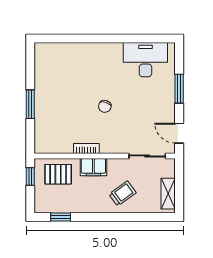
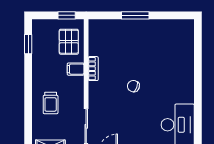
filing cabinet: (93, 167) -> (76, 69), width x0.50
trolley: (123, 193) -> (51, 103), turned 36

